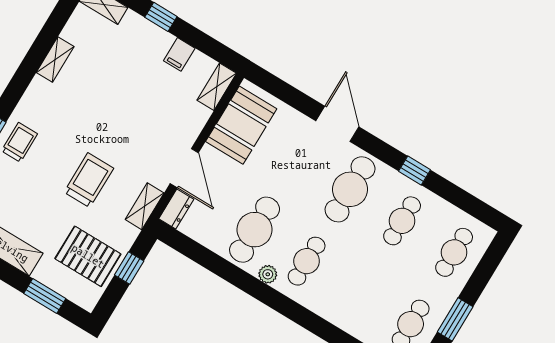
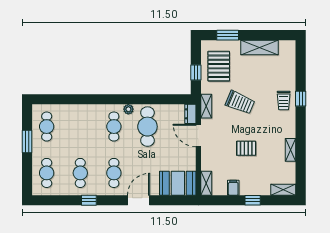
pallet: (122, 104) -> (246, 148), added
door: (337, 124) -> (139, 200), swing flipped
booth: (241, 125) -> (178, 183), moved, turned 90
trolley: (89, 180) -> (240, 102), turned -67
cafe table: (350, 189) -> (114, 173), width x0.73, depth x0.74
pallet: (88, 256) -> (219, 66), turned 90

